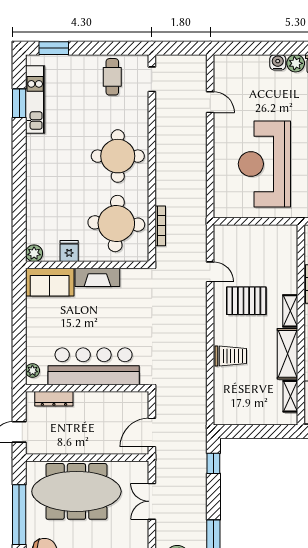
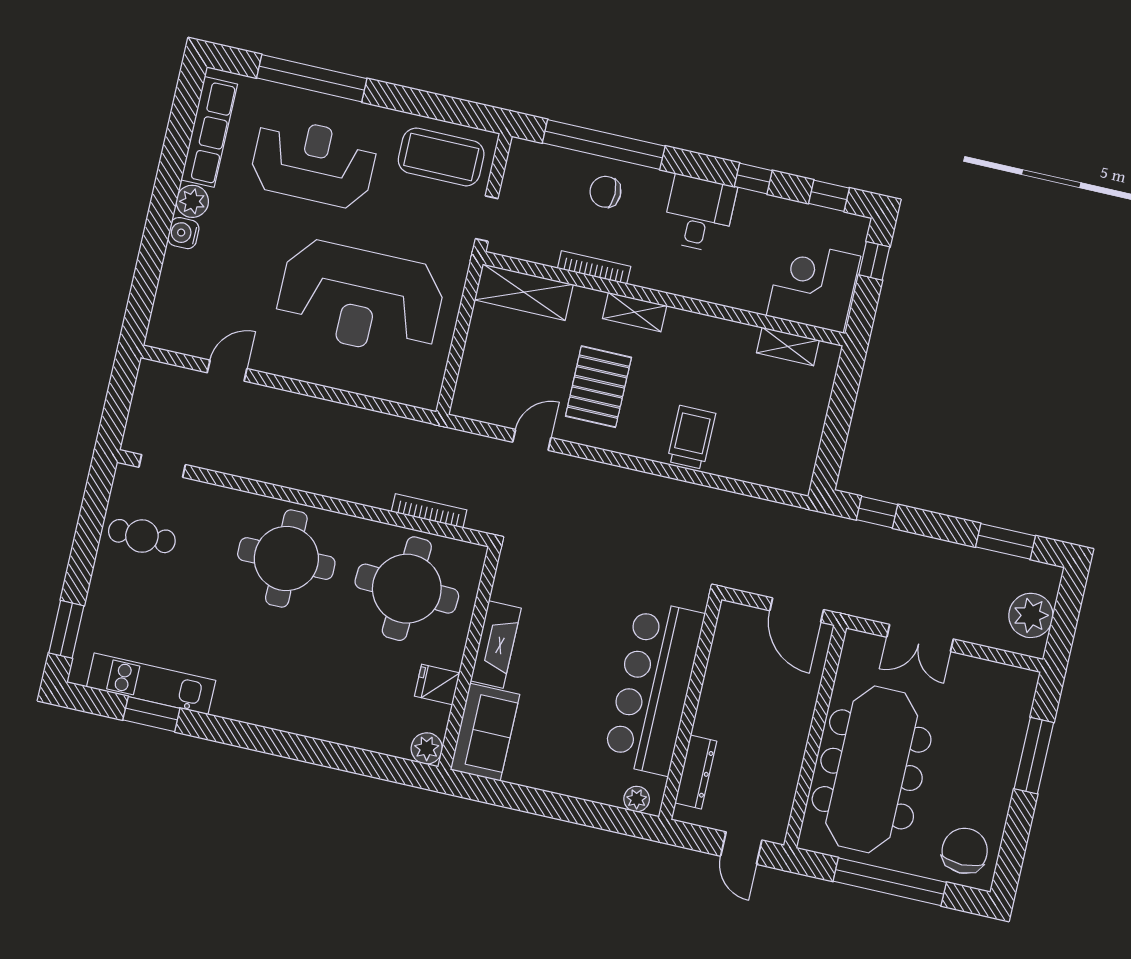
shelving: (287, 354) -> (524, 292), moved

